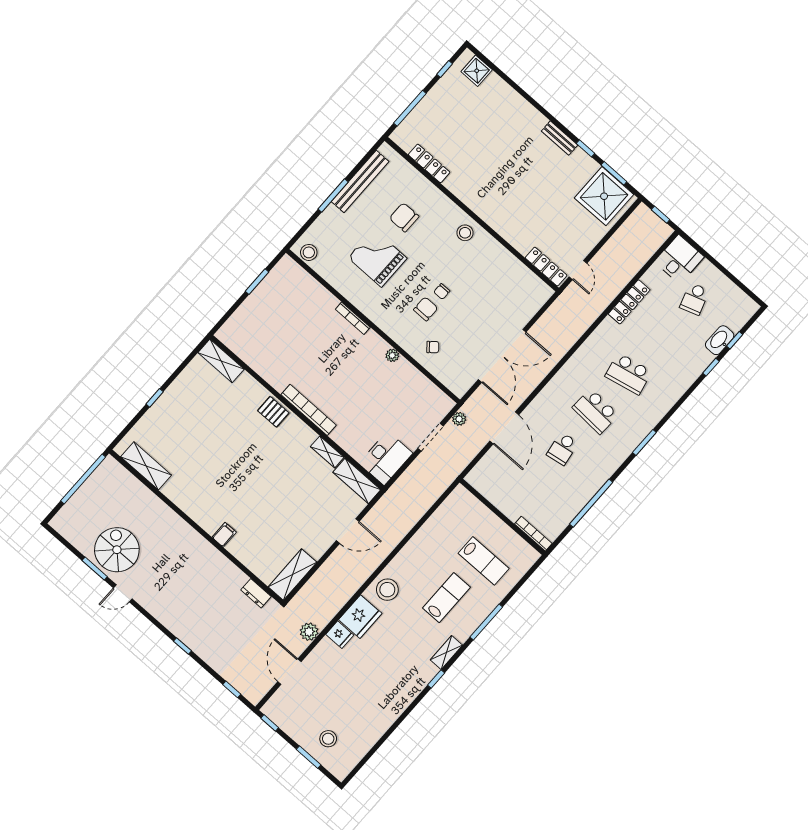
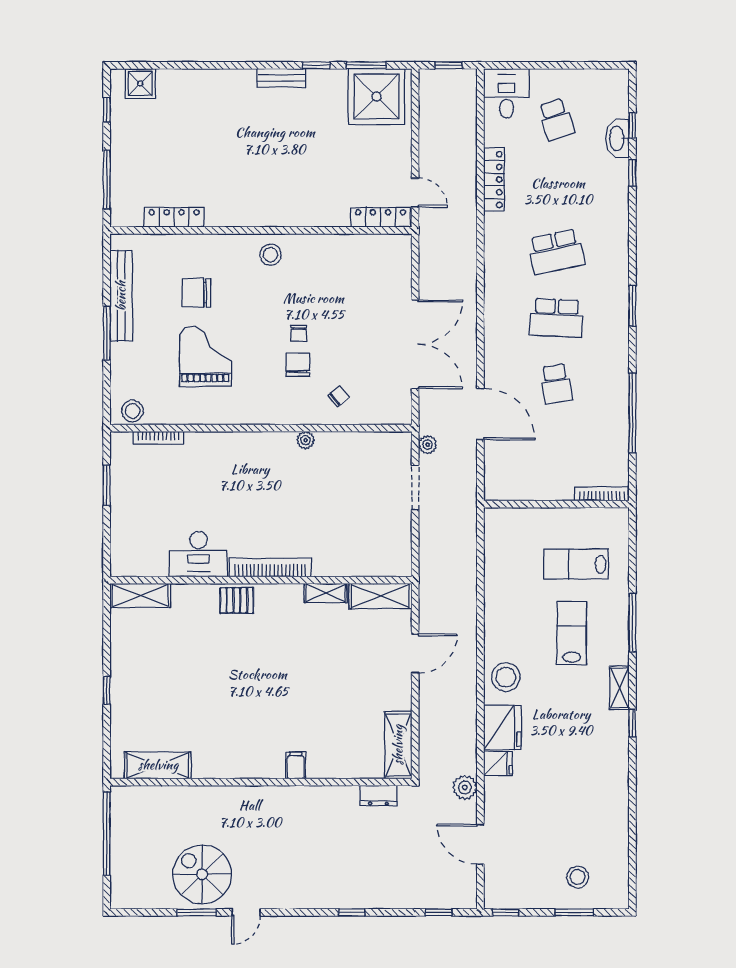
grand piano: (377, 258) -> (205, 356), turned 90
bookcase: (353, 318) -> (158, 438), moved
desk: (386, 458) -> (199, 554), moved, turned 90
lab bench: (484, 561) -> (576, 564), turned 180

